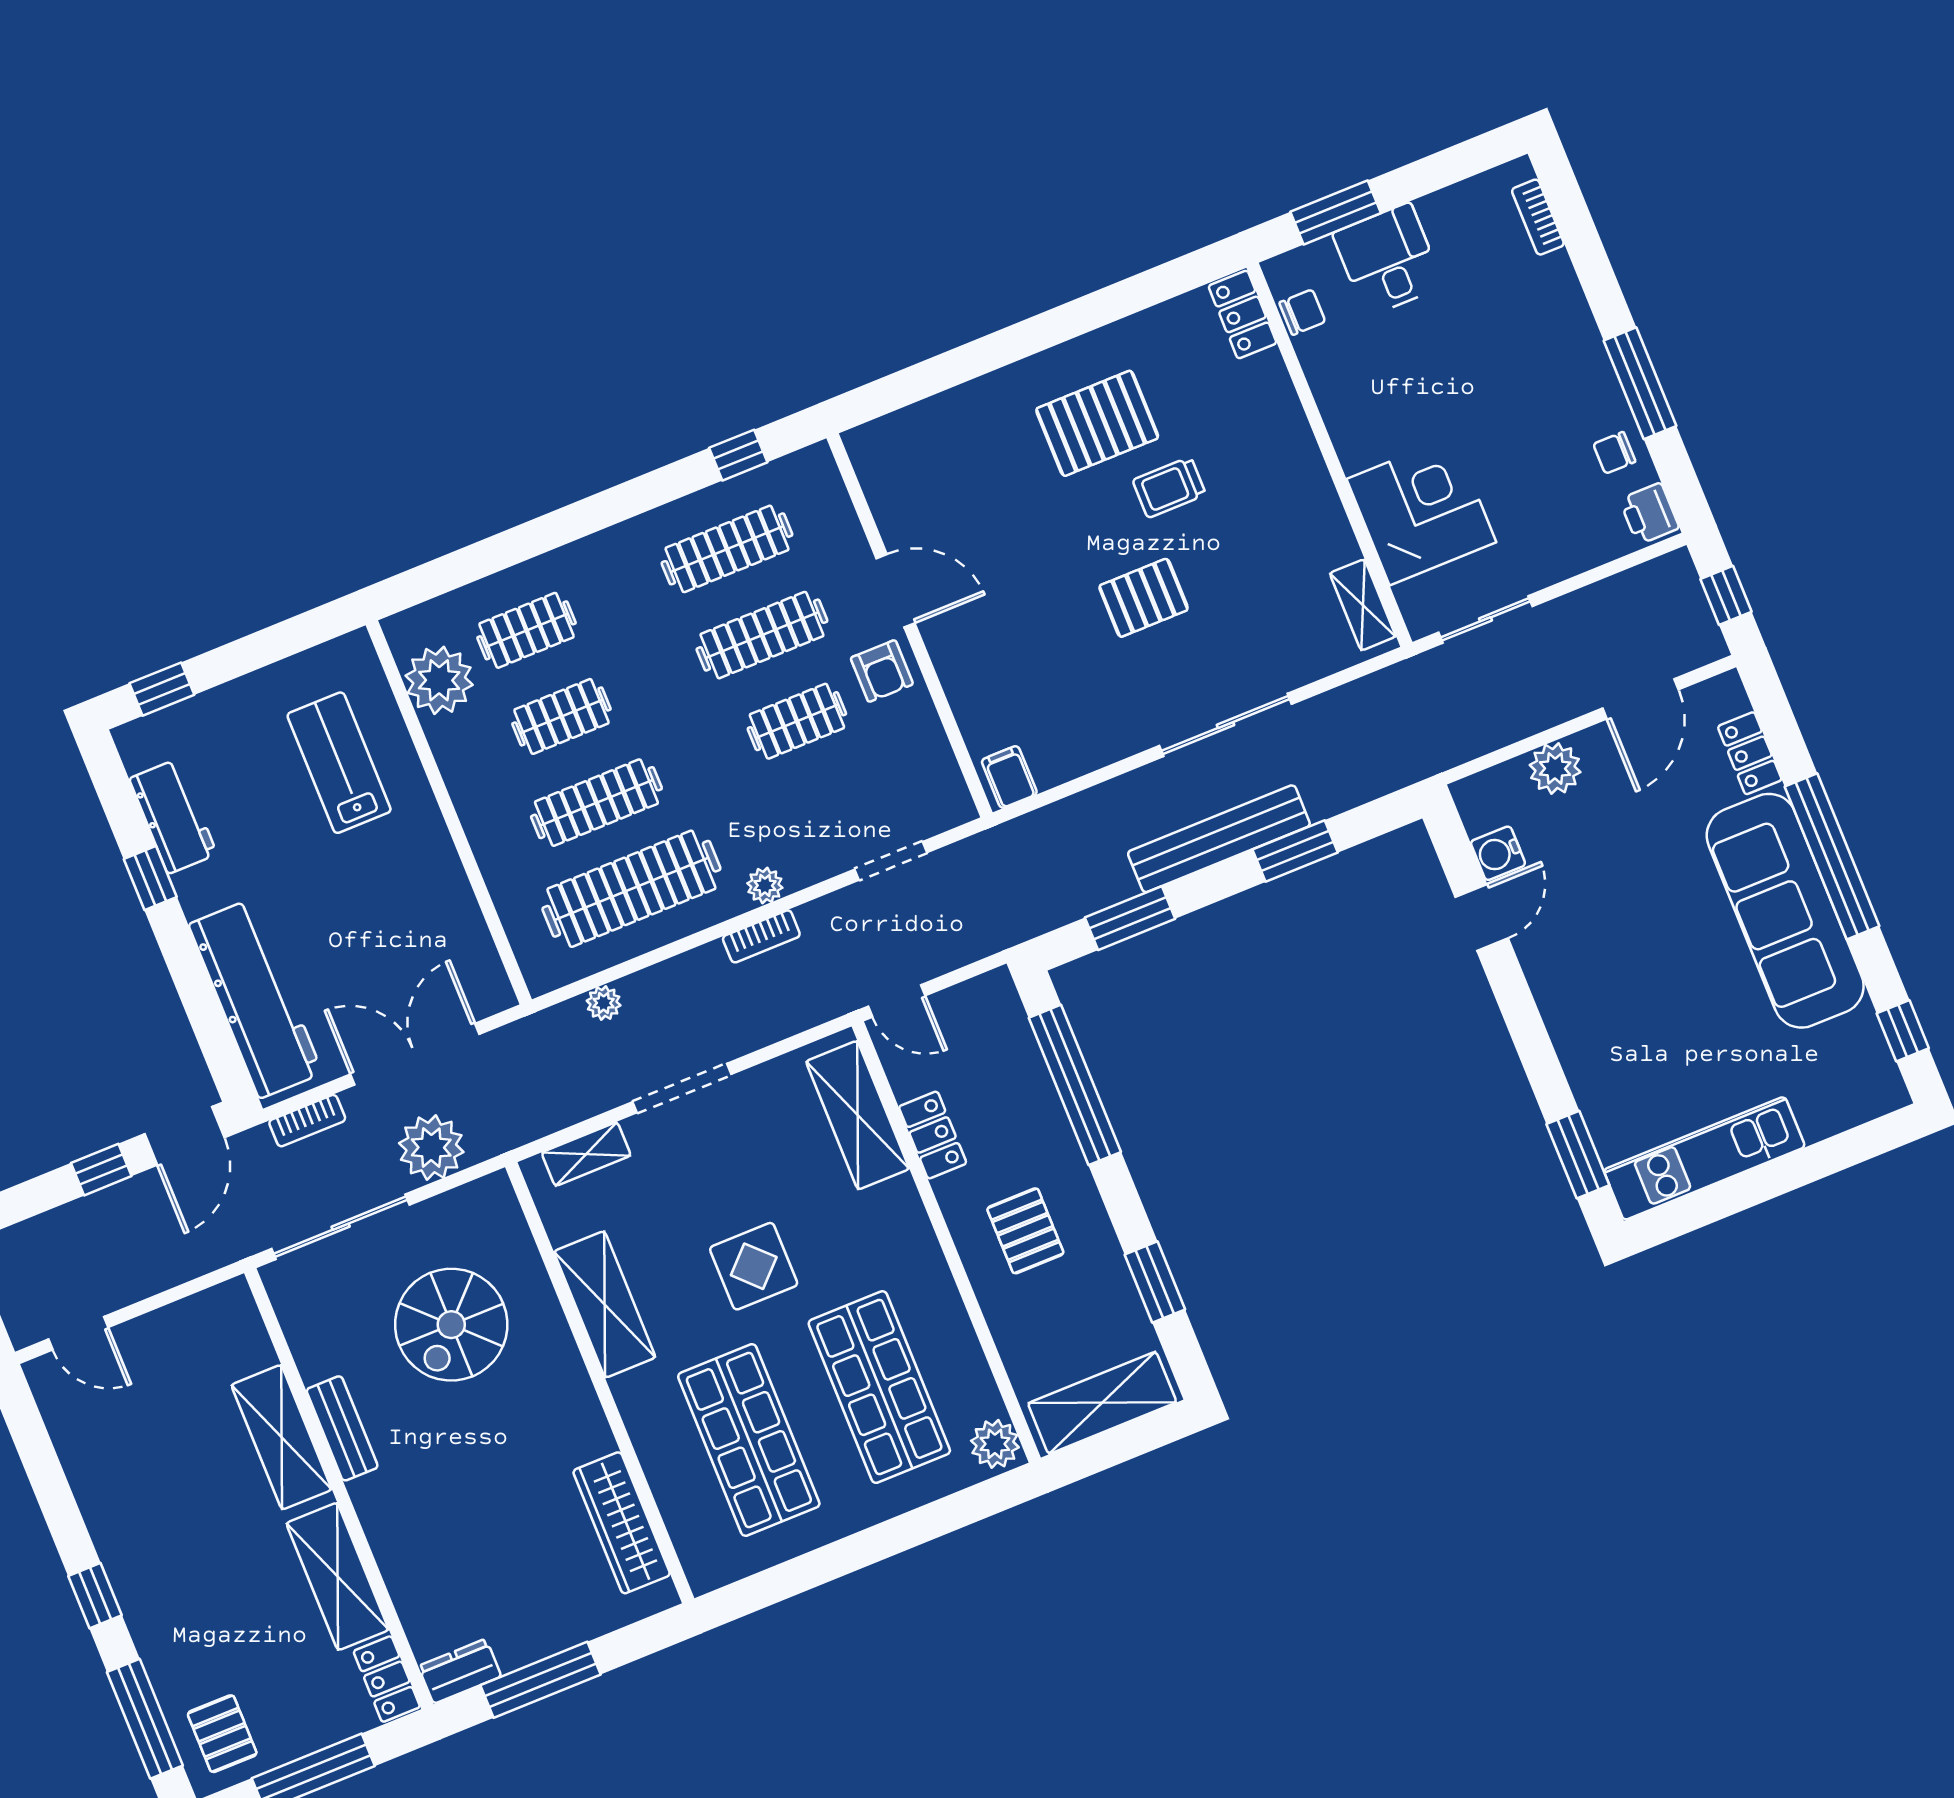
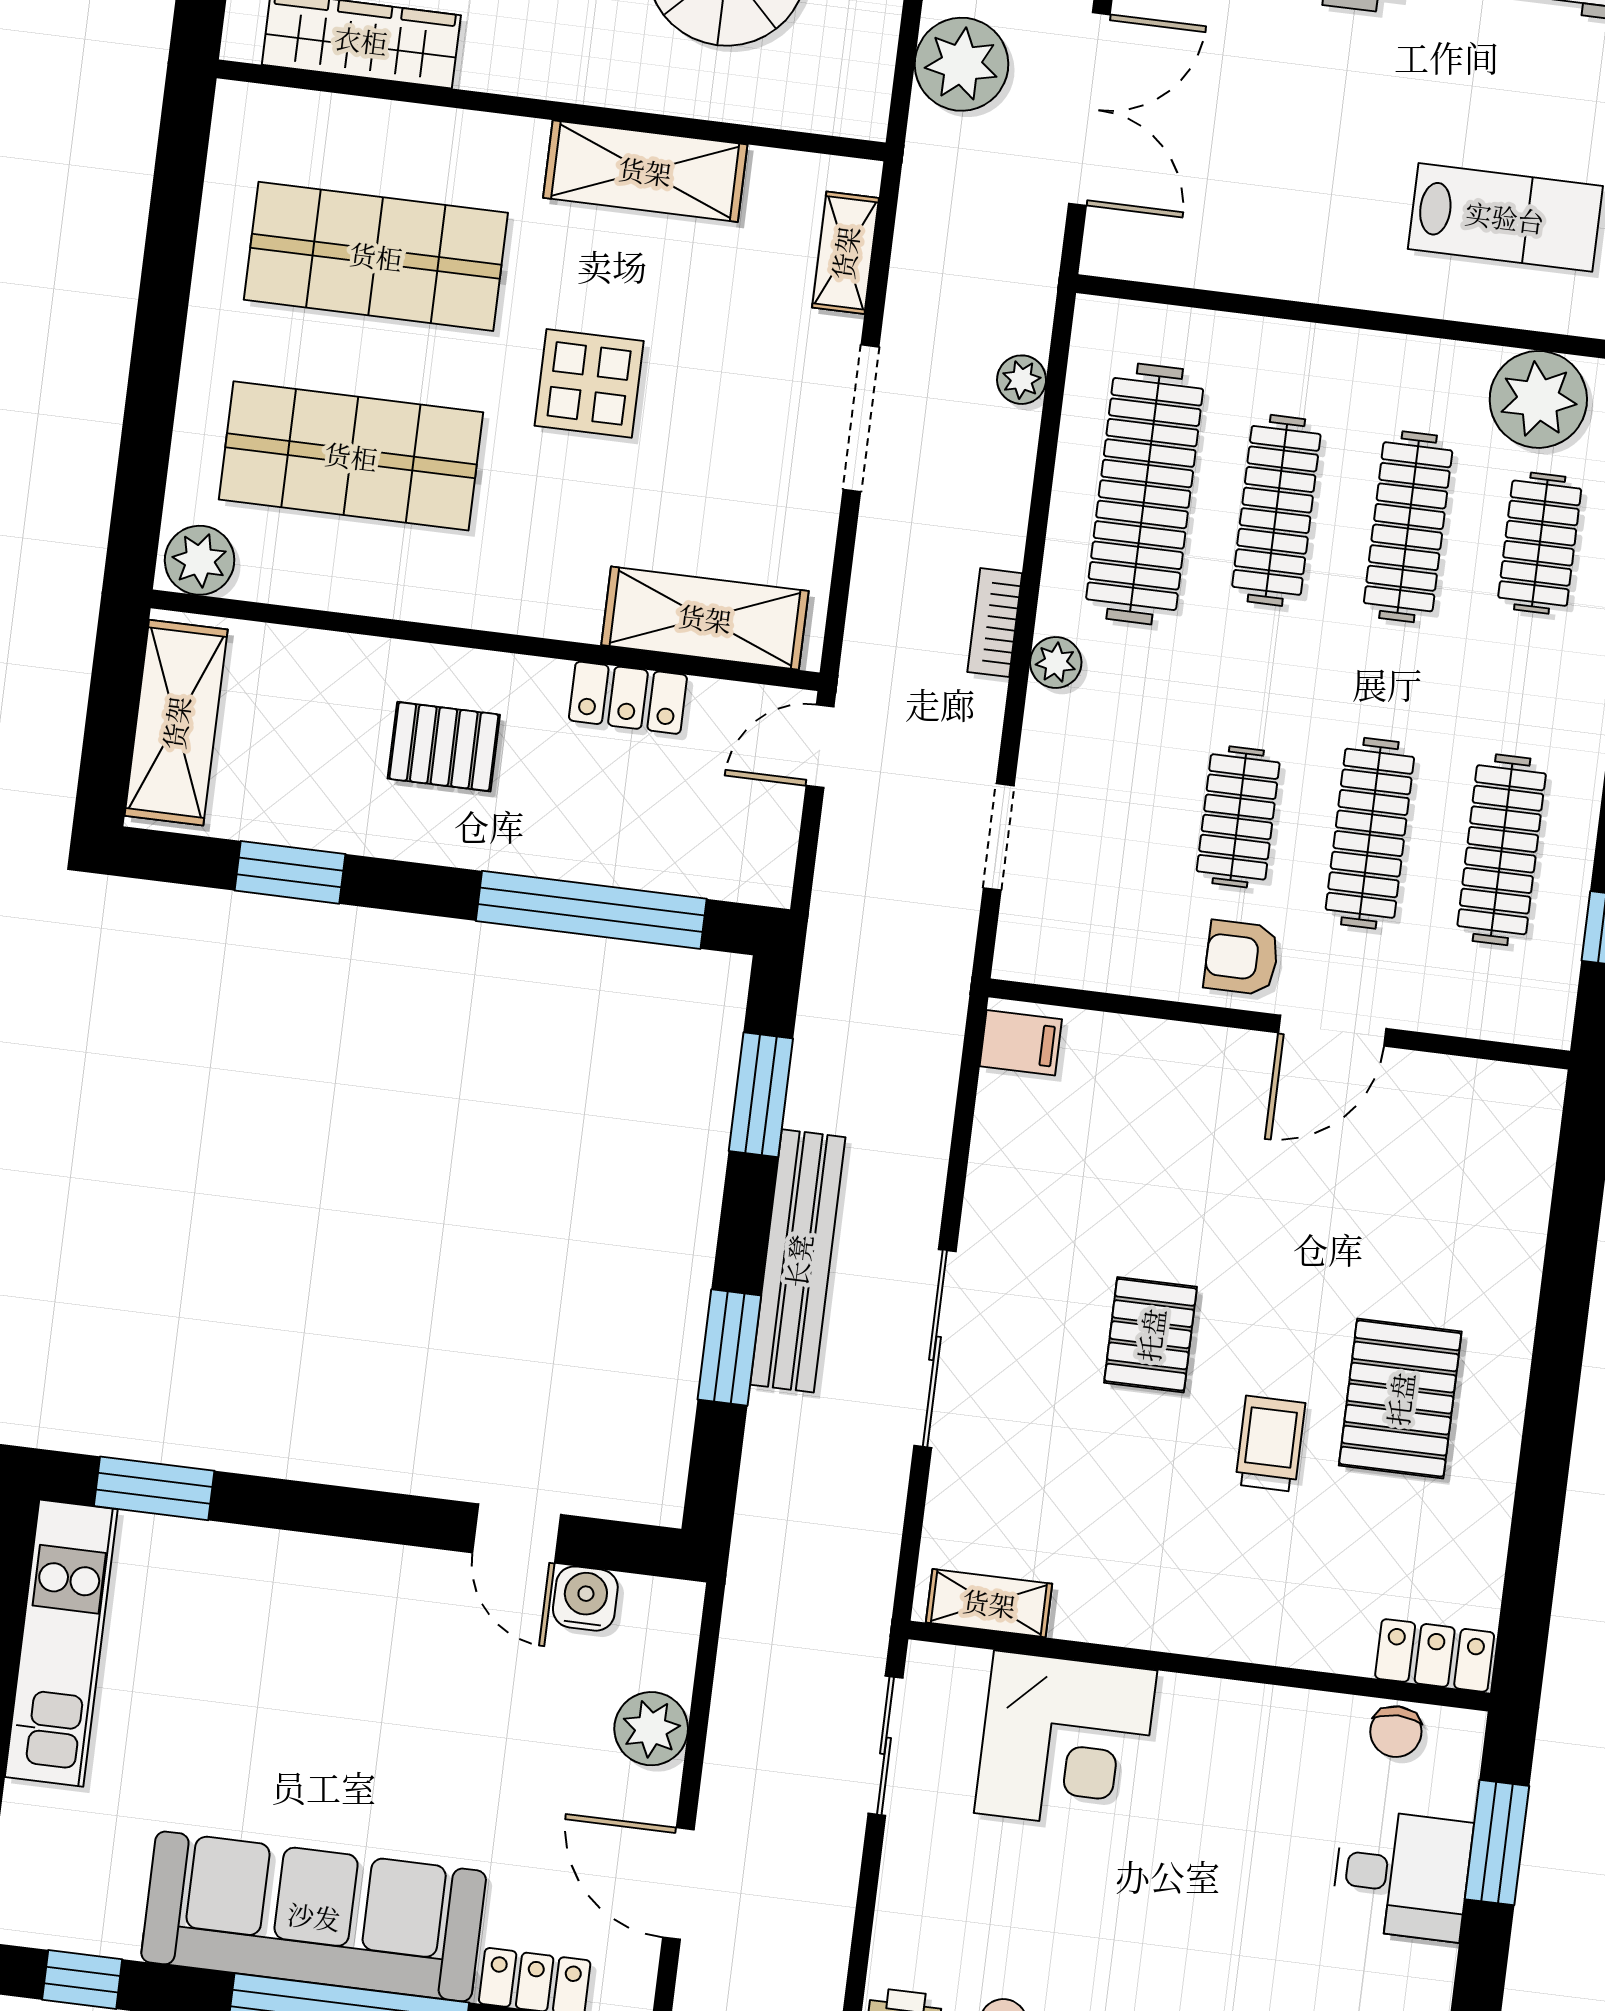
clothes rail: (561, 716) -> (1408, 527), width x1.36

